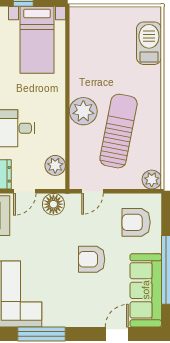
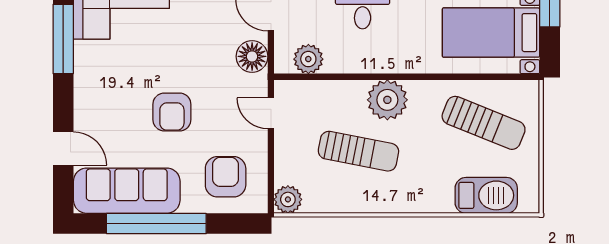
sun lounger: (99, 45) -> (484, 123), added
sun lounger: (119, 131) -> (358, 151), width x0.73, depth x0.75
armchair: (92, 259) -> (172, 112), turned 180

